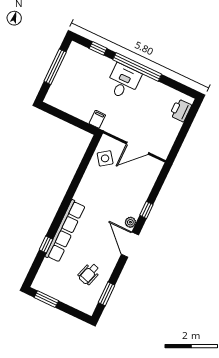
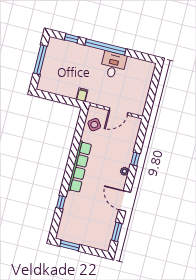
desk: (123, 82) -> (113, 65), moved
printer: (181, 110) -> (147, 75), removed
row of seats: (65, 231) -> (79, 167), moved
door: (130, 245) -> (125, 201), moved
wheelchair: (89, 274) -> (100, 219), removed

